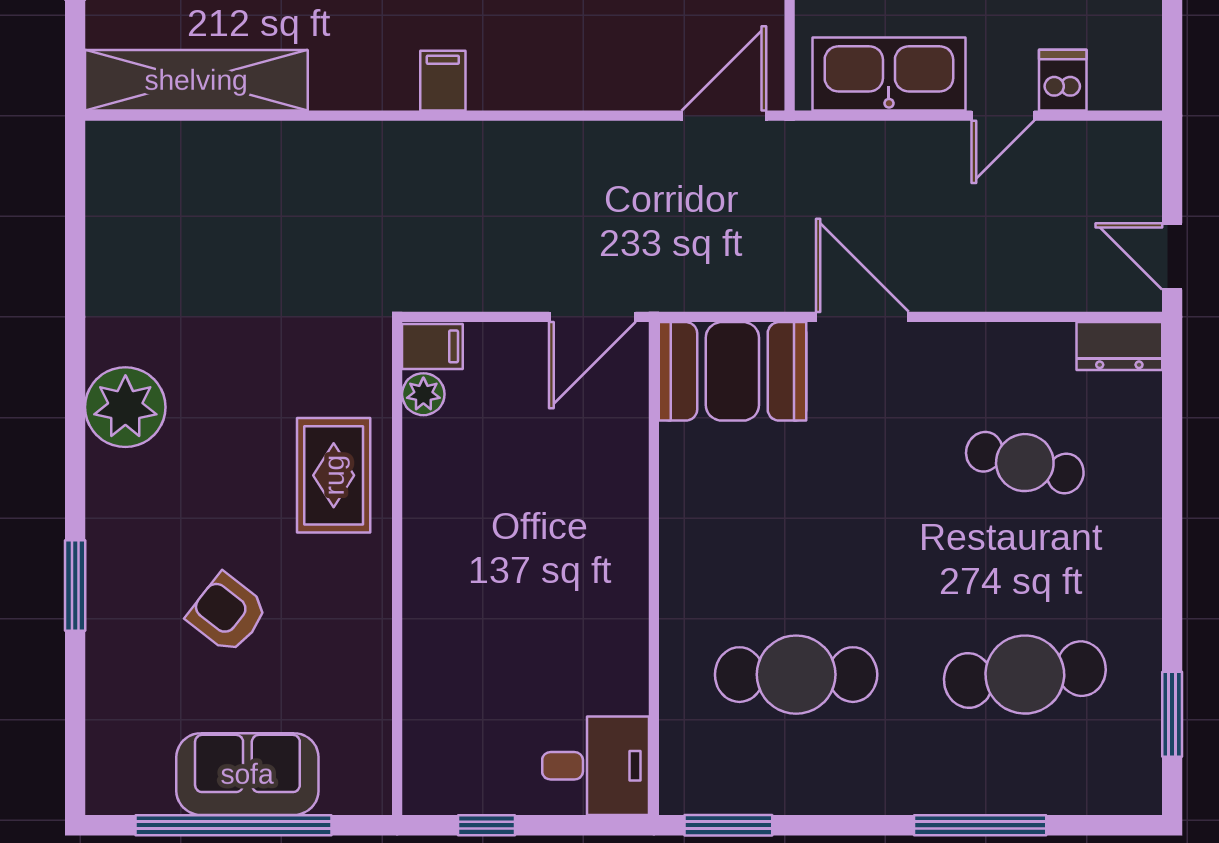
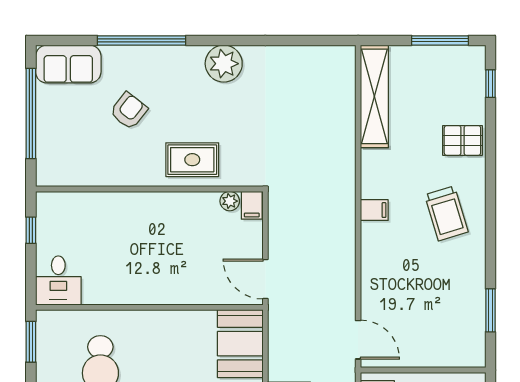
window: (75, 585) -> (141, 40), width x2.11
sofa: (247, 774) -> (68, 64), moved, turned 90

